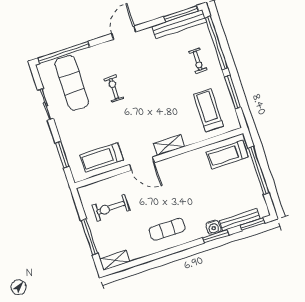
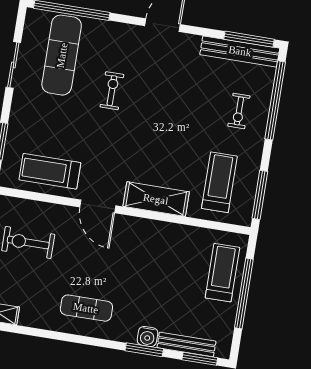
window: (233, 92) -> (260, 195), moved
shelving: (169, 145) -> (156, 199), width x1.50, depth x1.33
treadmill: (227, 155) -> (222, 273), moved, turned 90

